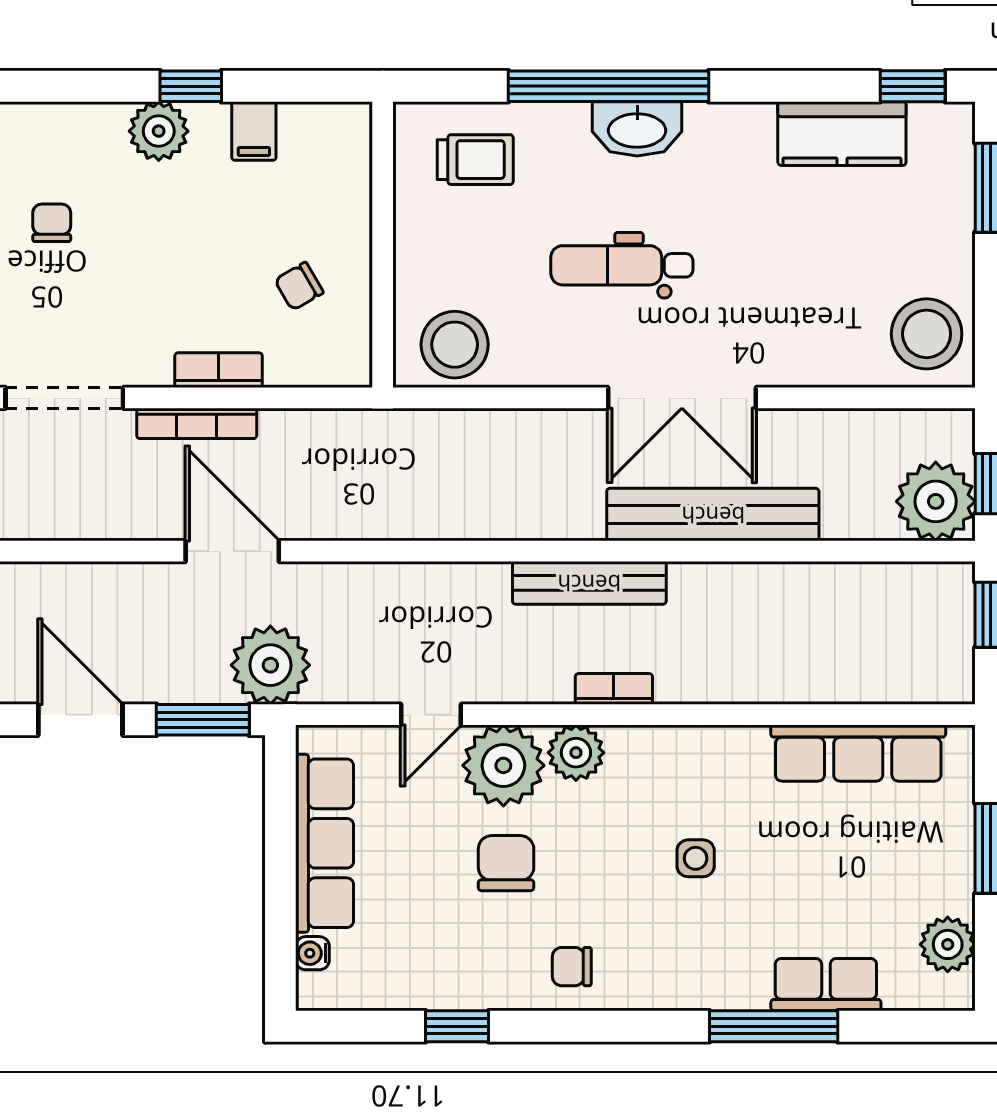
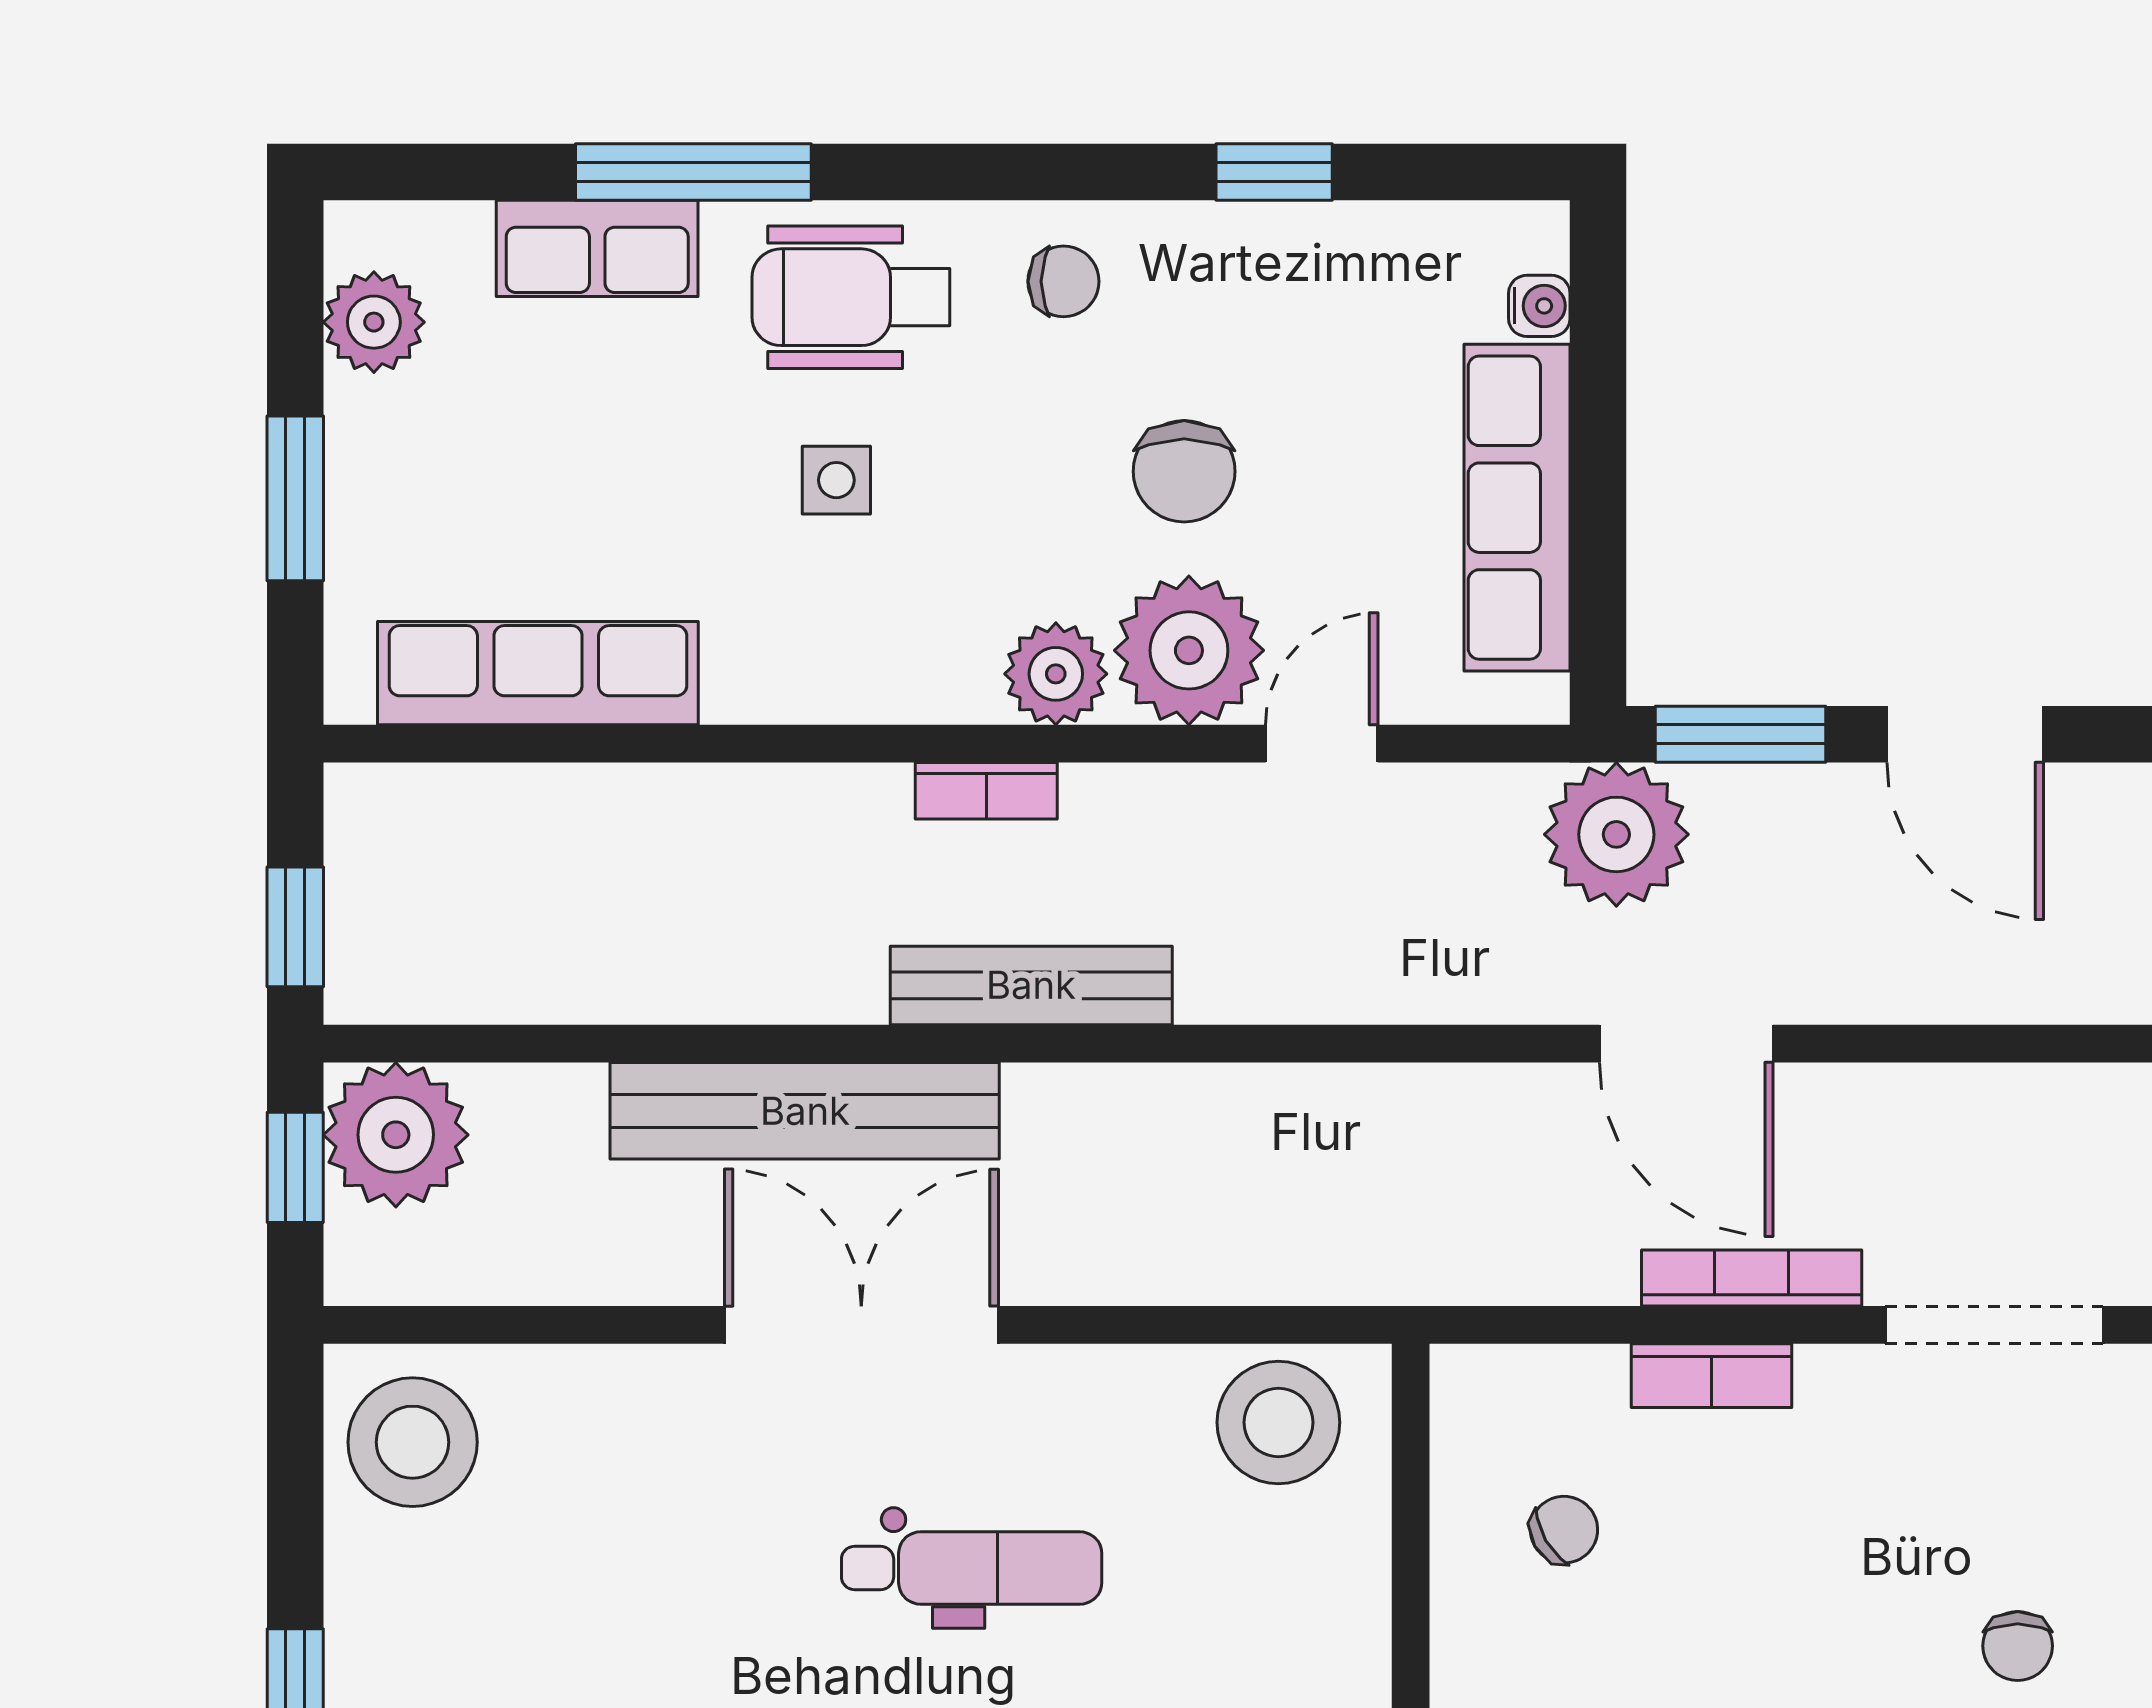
wheelchair: (688, 958) -> (851, 297), added

